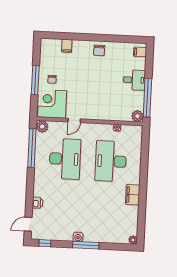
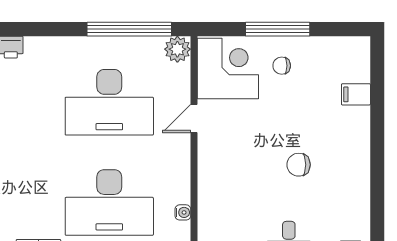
chair: (99, 50) -> (299, 165), moved
door: (74, 120) -> (194, 118), hinge flipped
desk: (111, 161) -> (109, 202), turned 180

